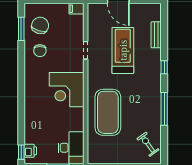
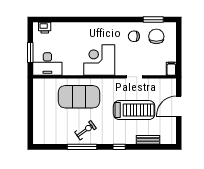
chair: (40, 25) -> (156, 36), turned -107
exercise bike: (148, 144) -> (85, 130), moved
window: (21, 152) -> (44, 20), removed

